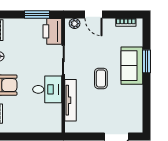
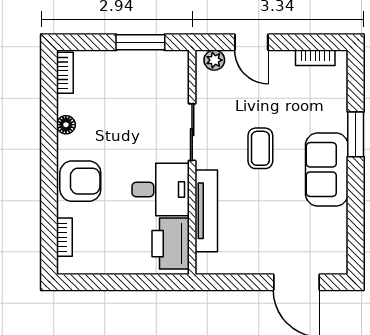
printer: (52, 31) -> (171, 244), moved
sofa: (132, 66) -> (327, 169), moved
coffee table: (101, 78) -> (260, 148), moved

